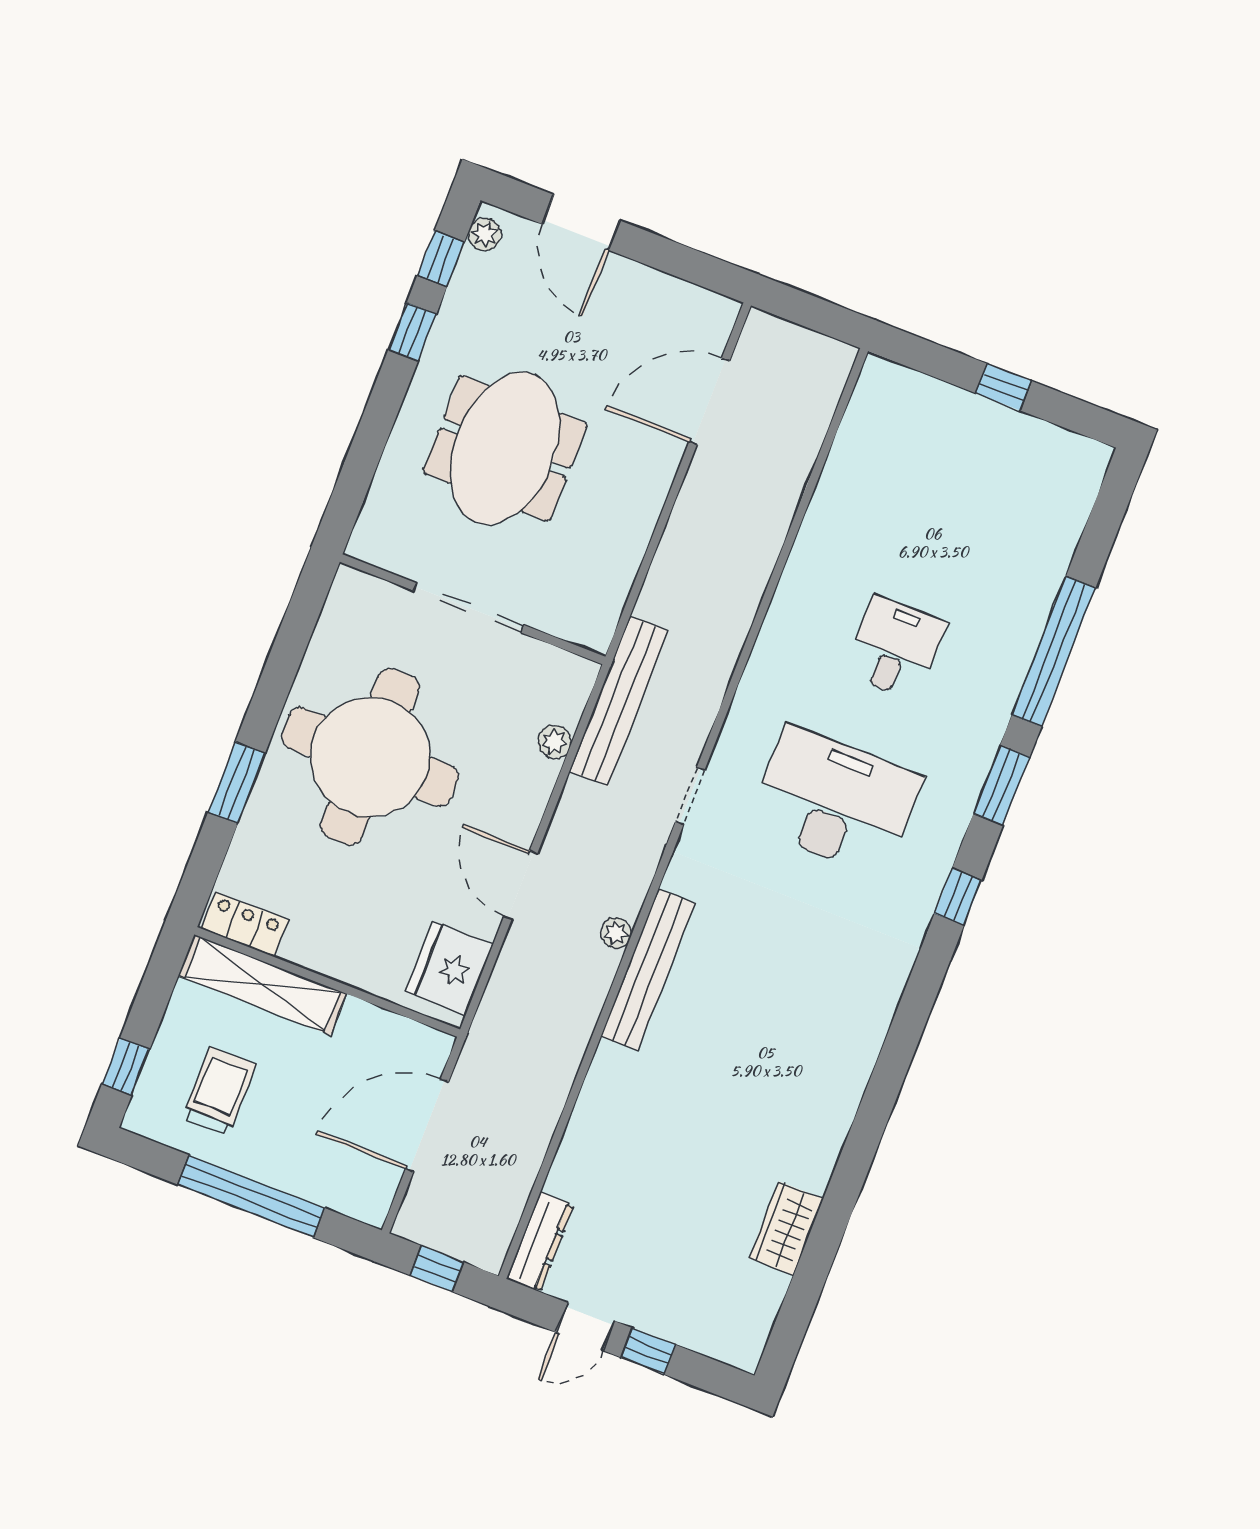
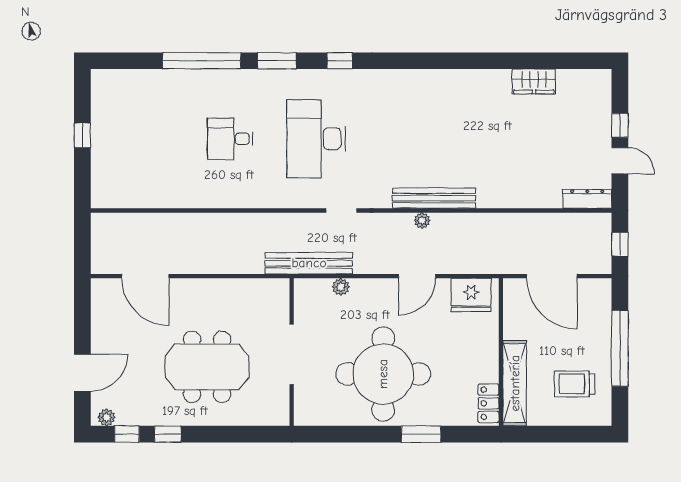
window: (126, 1066) -> (580, 434), removed

